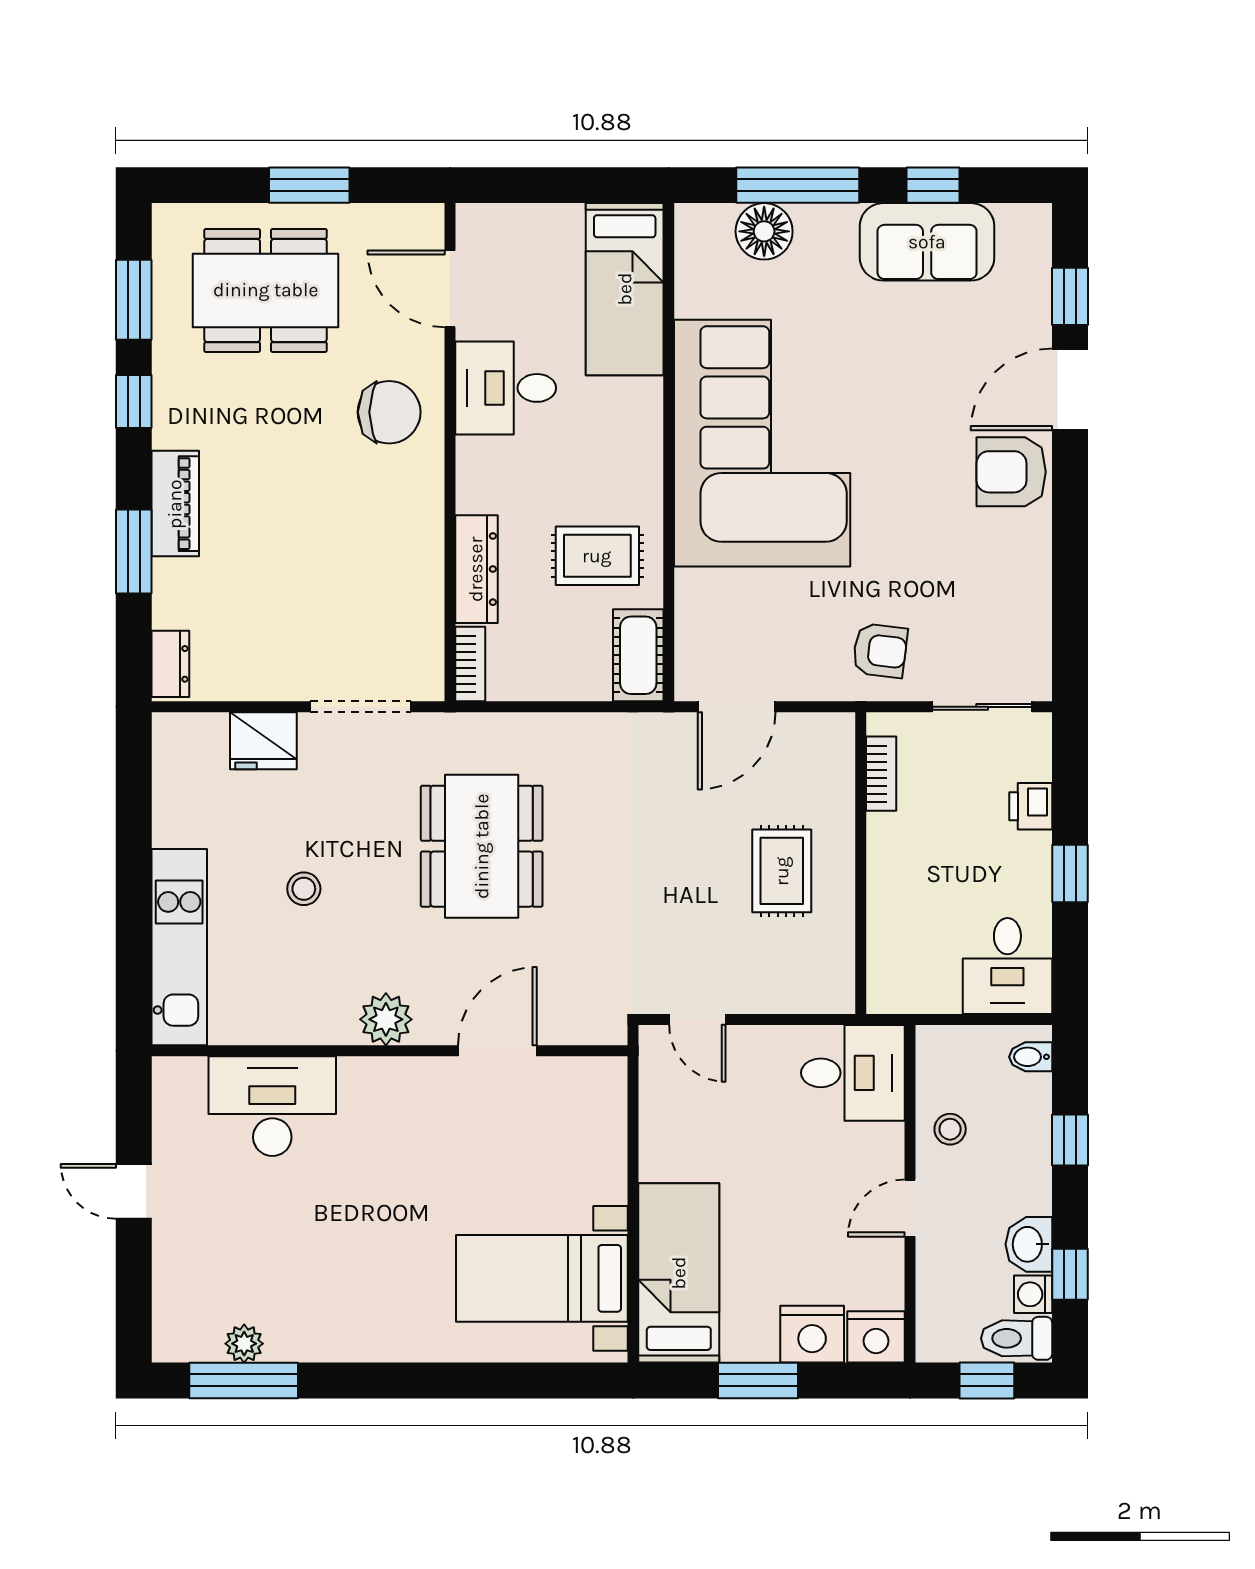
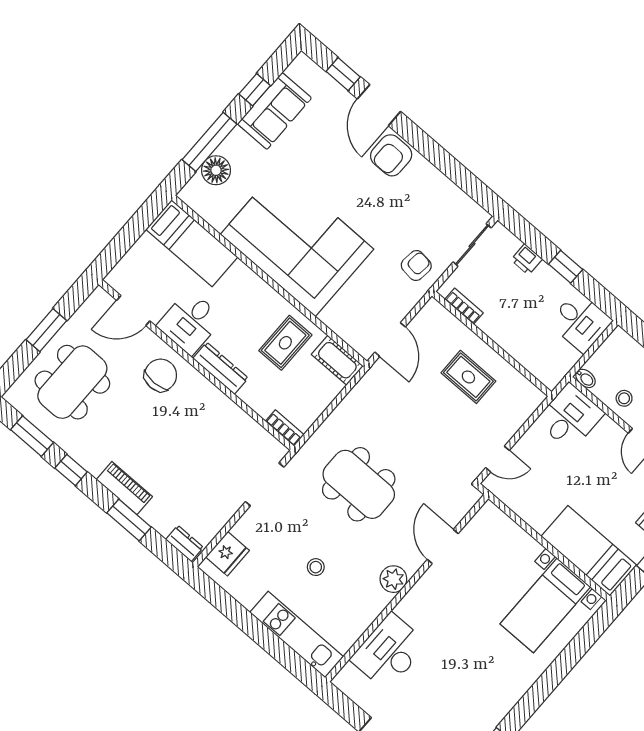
dresser: (476, 569) -> (221, 368), moved
fridge: (263, 741) -> (227, 554), moved
bidet: (1031, 1057) -> (585, 378), moved, turned -90

